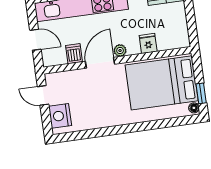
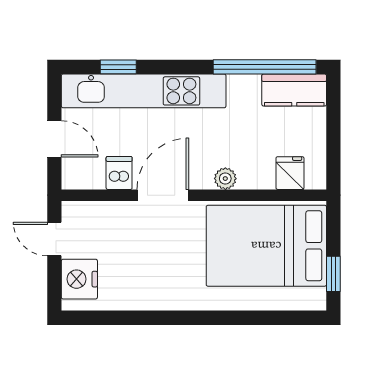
fridge: (148, 43) -> (290, 173), moved
plant: (120, 50) -> (225, 179), moved
floor lamp: (194, 108) -> (317, 298), removed

